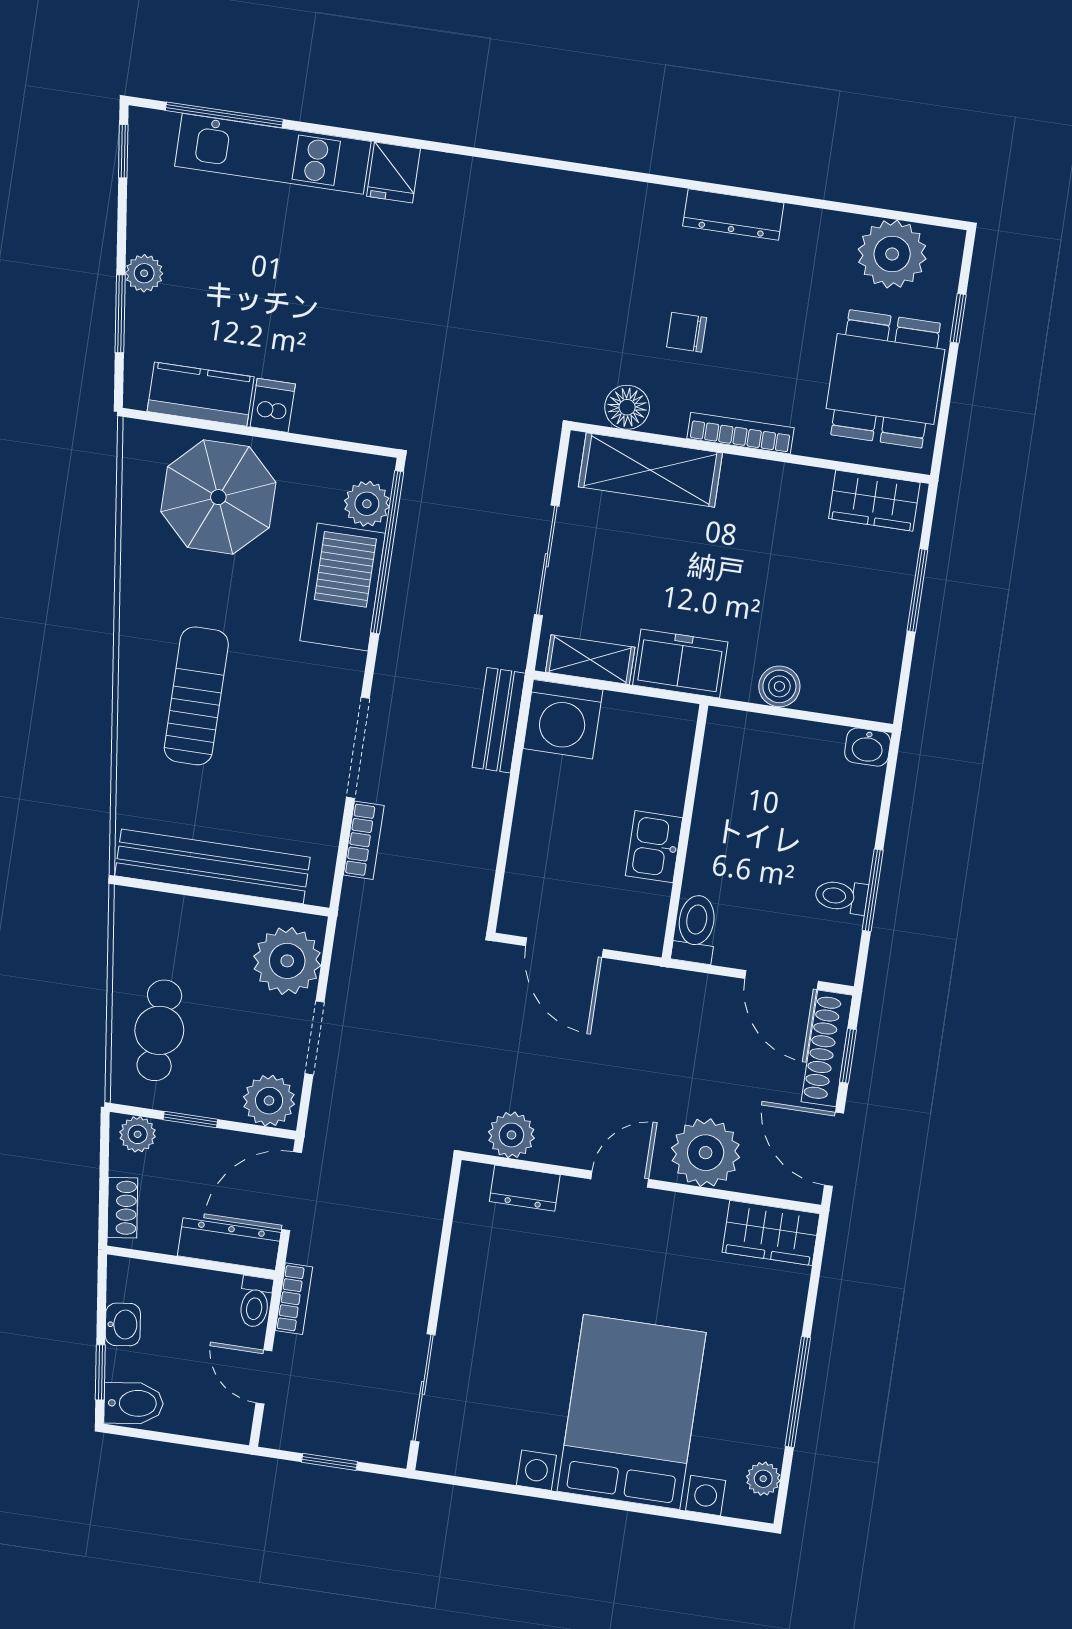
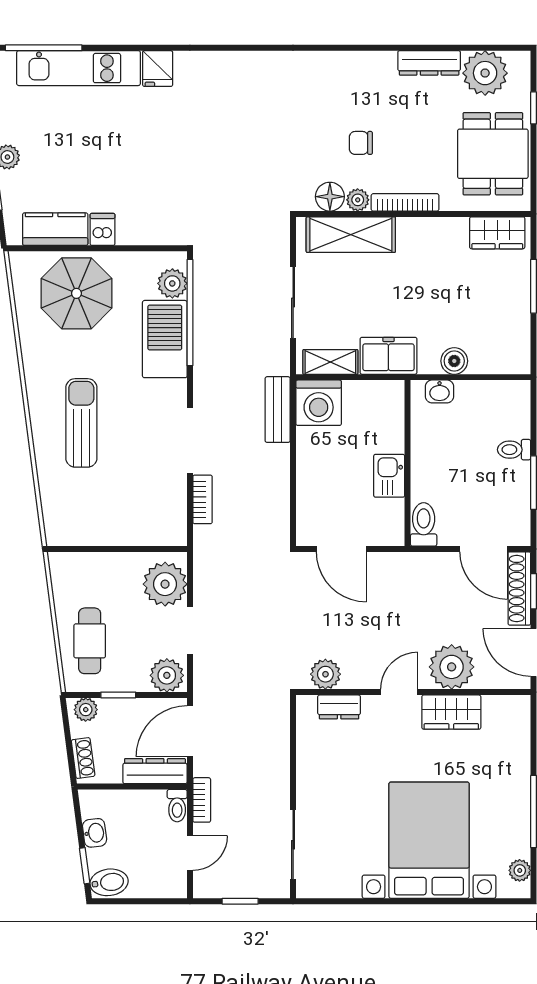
dresser: (733, 215) -> (429, 63), moved
plant: (669, 418) -> (358, 200), added
washbasin: (868, 747) -> (440, 391), moved
bench: (212, 866) -> (108, 531), removed
toilet: (841, 896) -> (514, 450), moved
wardrobe: (771, 1233) -> (451, 712), moved
door: (264, 1377) -> (190, 853), swing flipped

